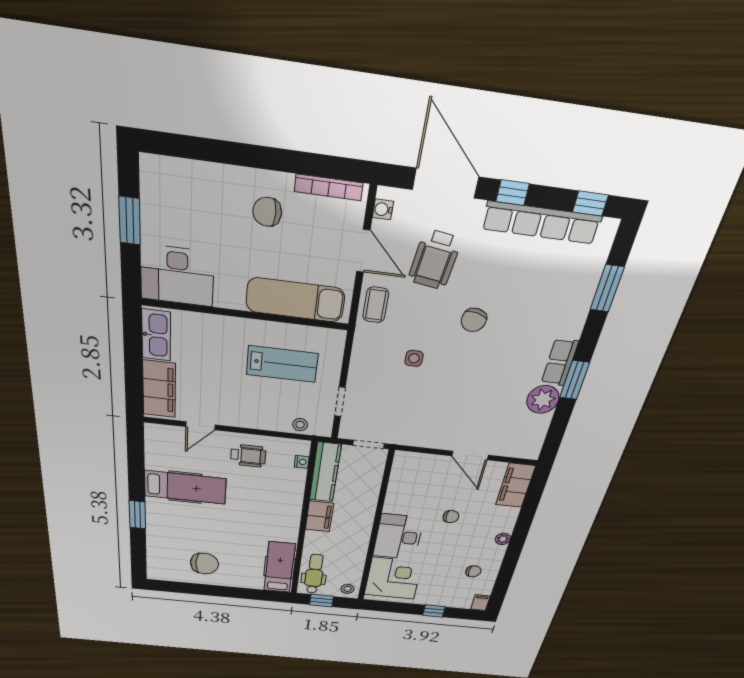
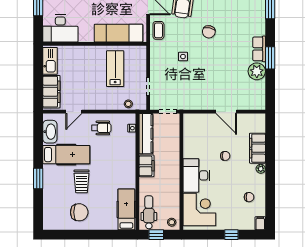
lab bench: (282, 364) -> (115, 69), turned -90
washbasin: (157, 451) -> (50, 132), added
filing cabinet: (515, 485) -> (257, 148), moved
trolley: (210, 526) -> (81, 181), added

